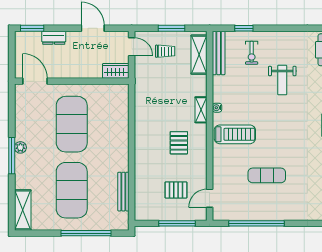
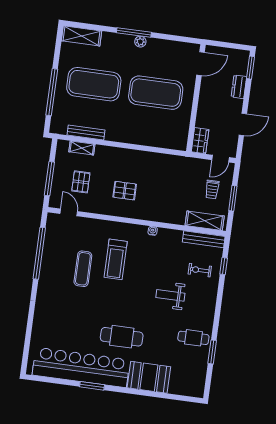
shelving: (201, 110) -> (82, 148), moved
treadmill: (235, 134) -> (116, 259), moved

